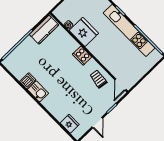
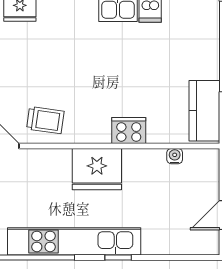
fridge: (84, 32) -> (97, 169), moved
cooker: (82, 56) -> (129, 130), moved

